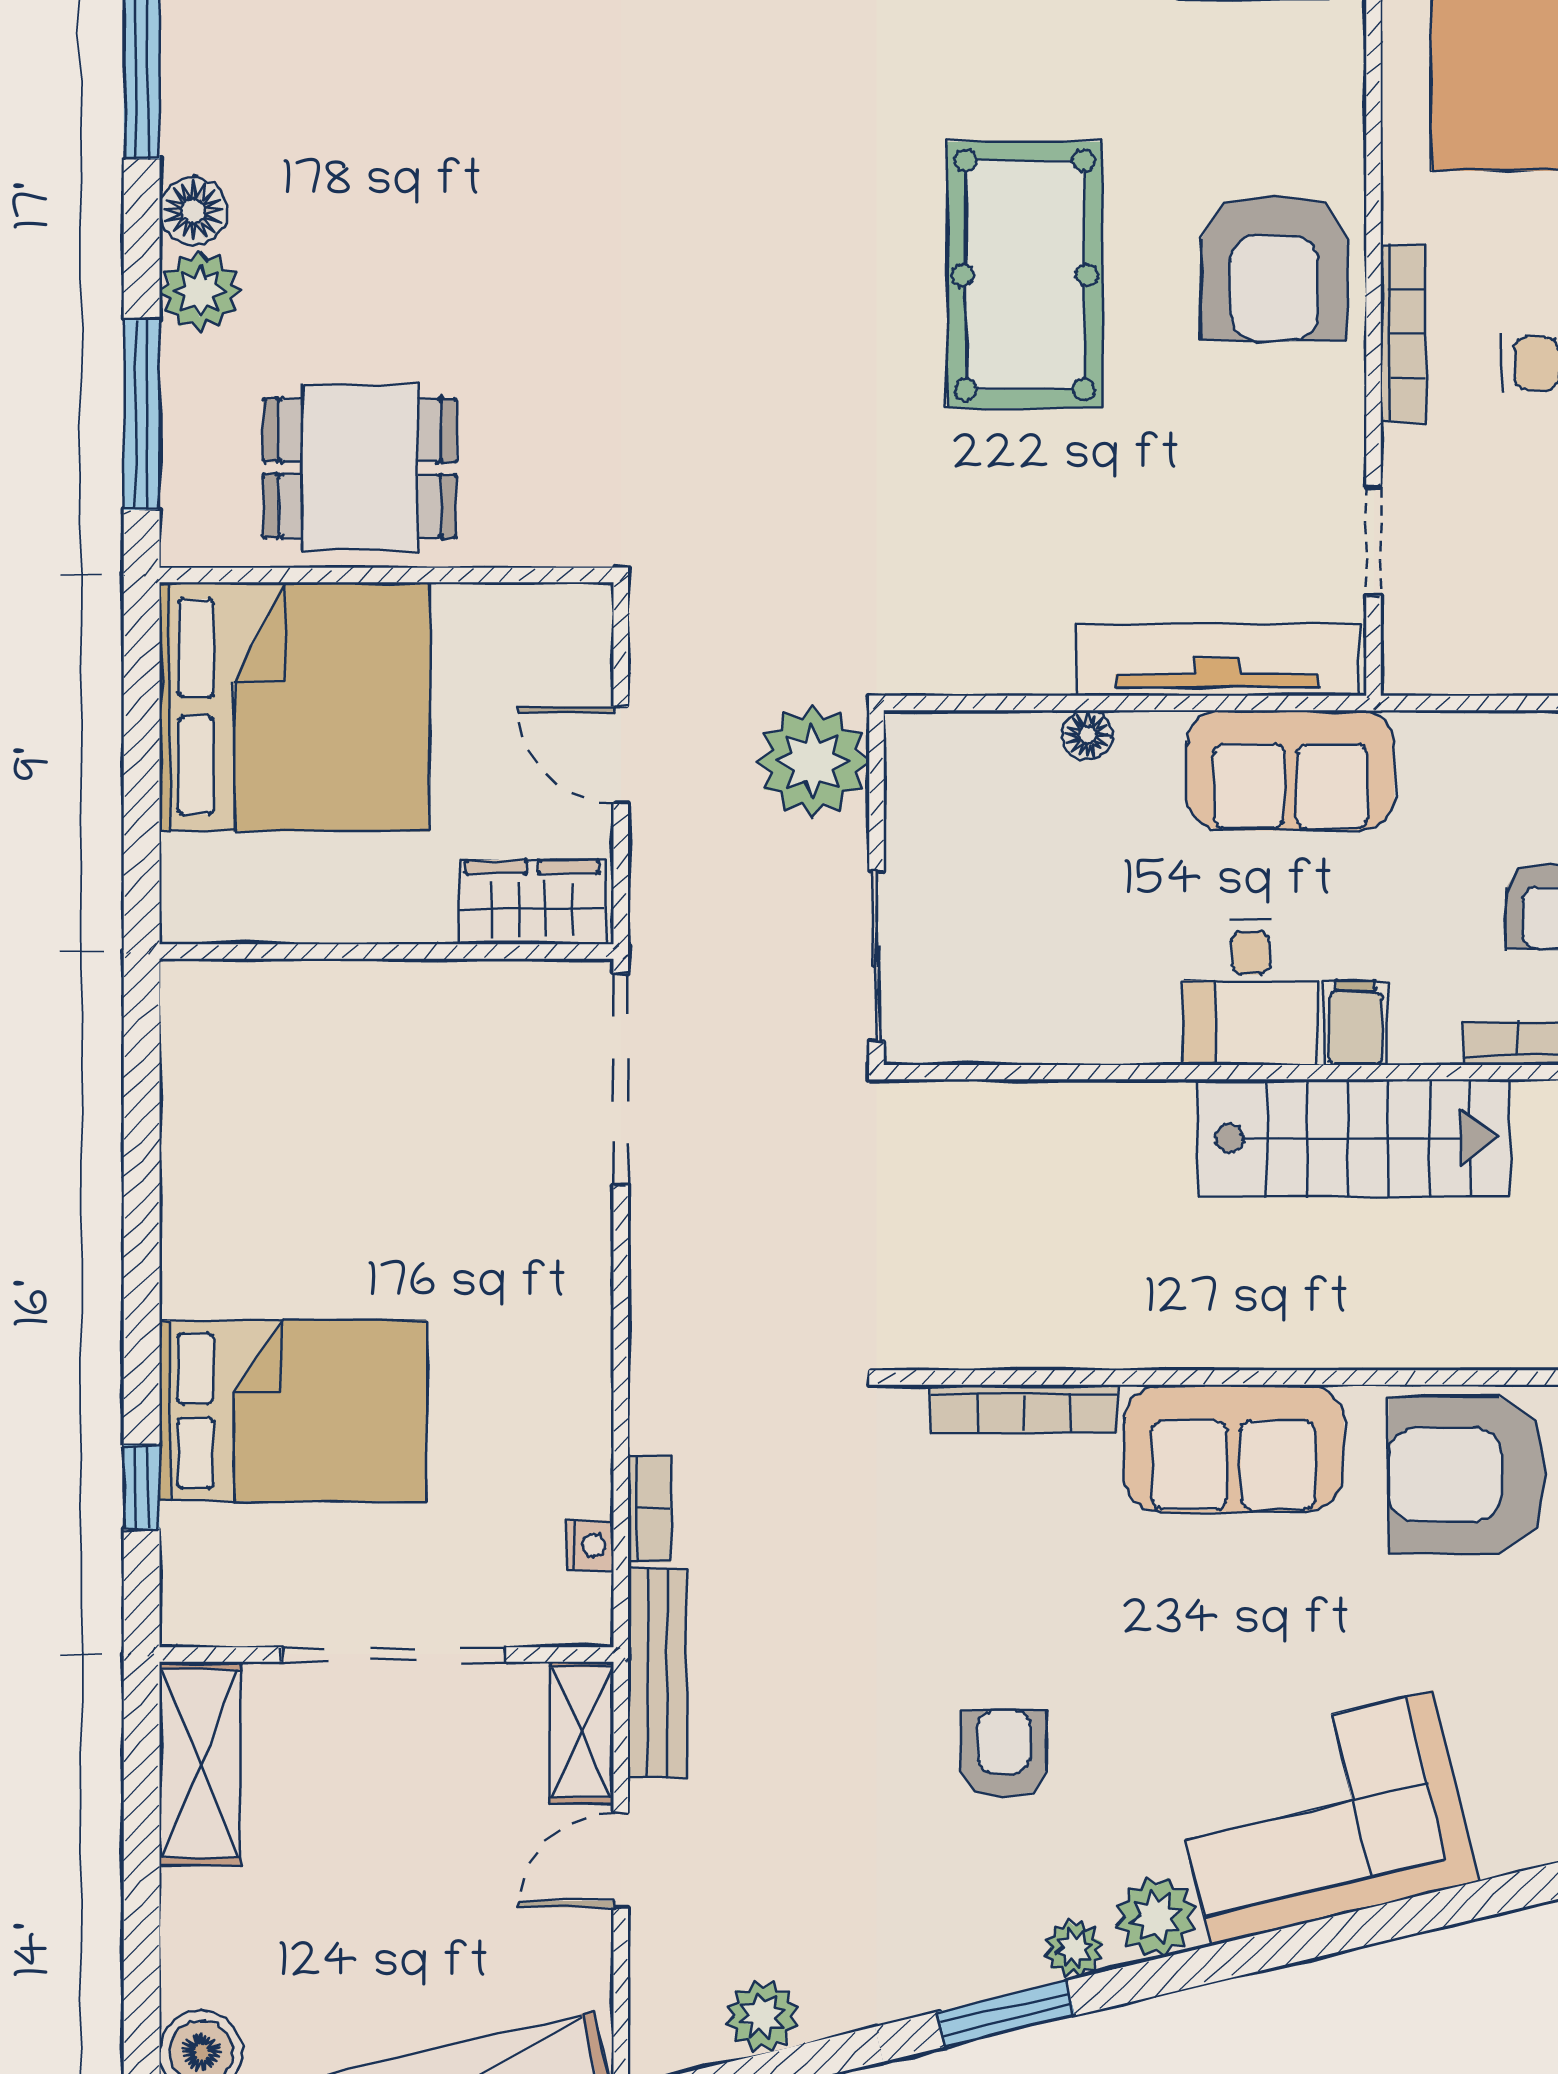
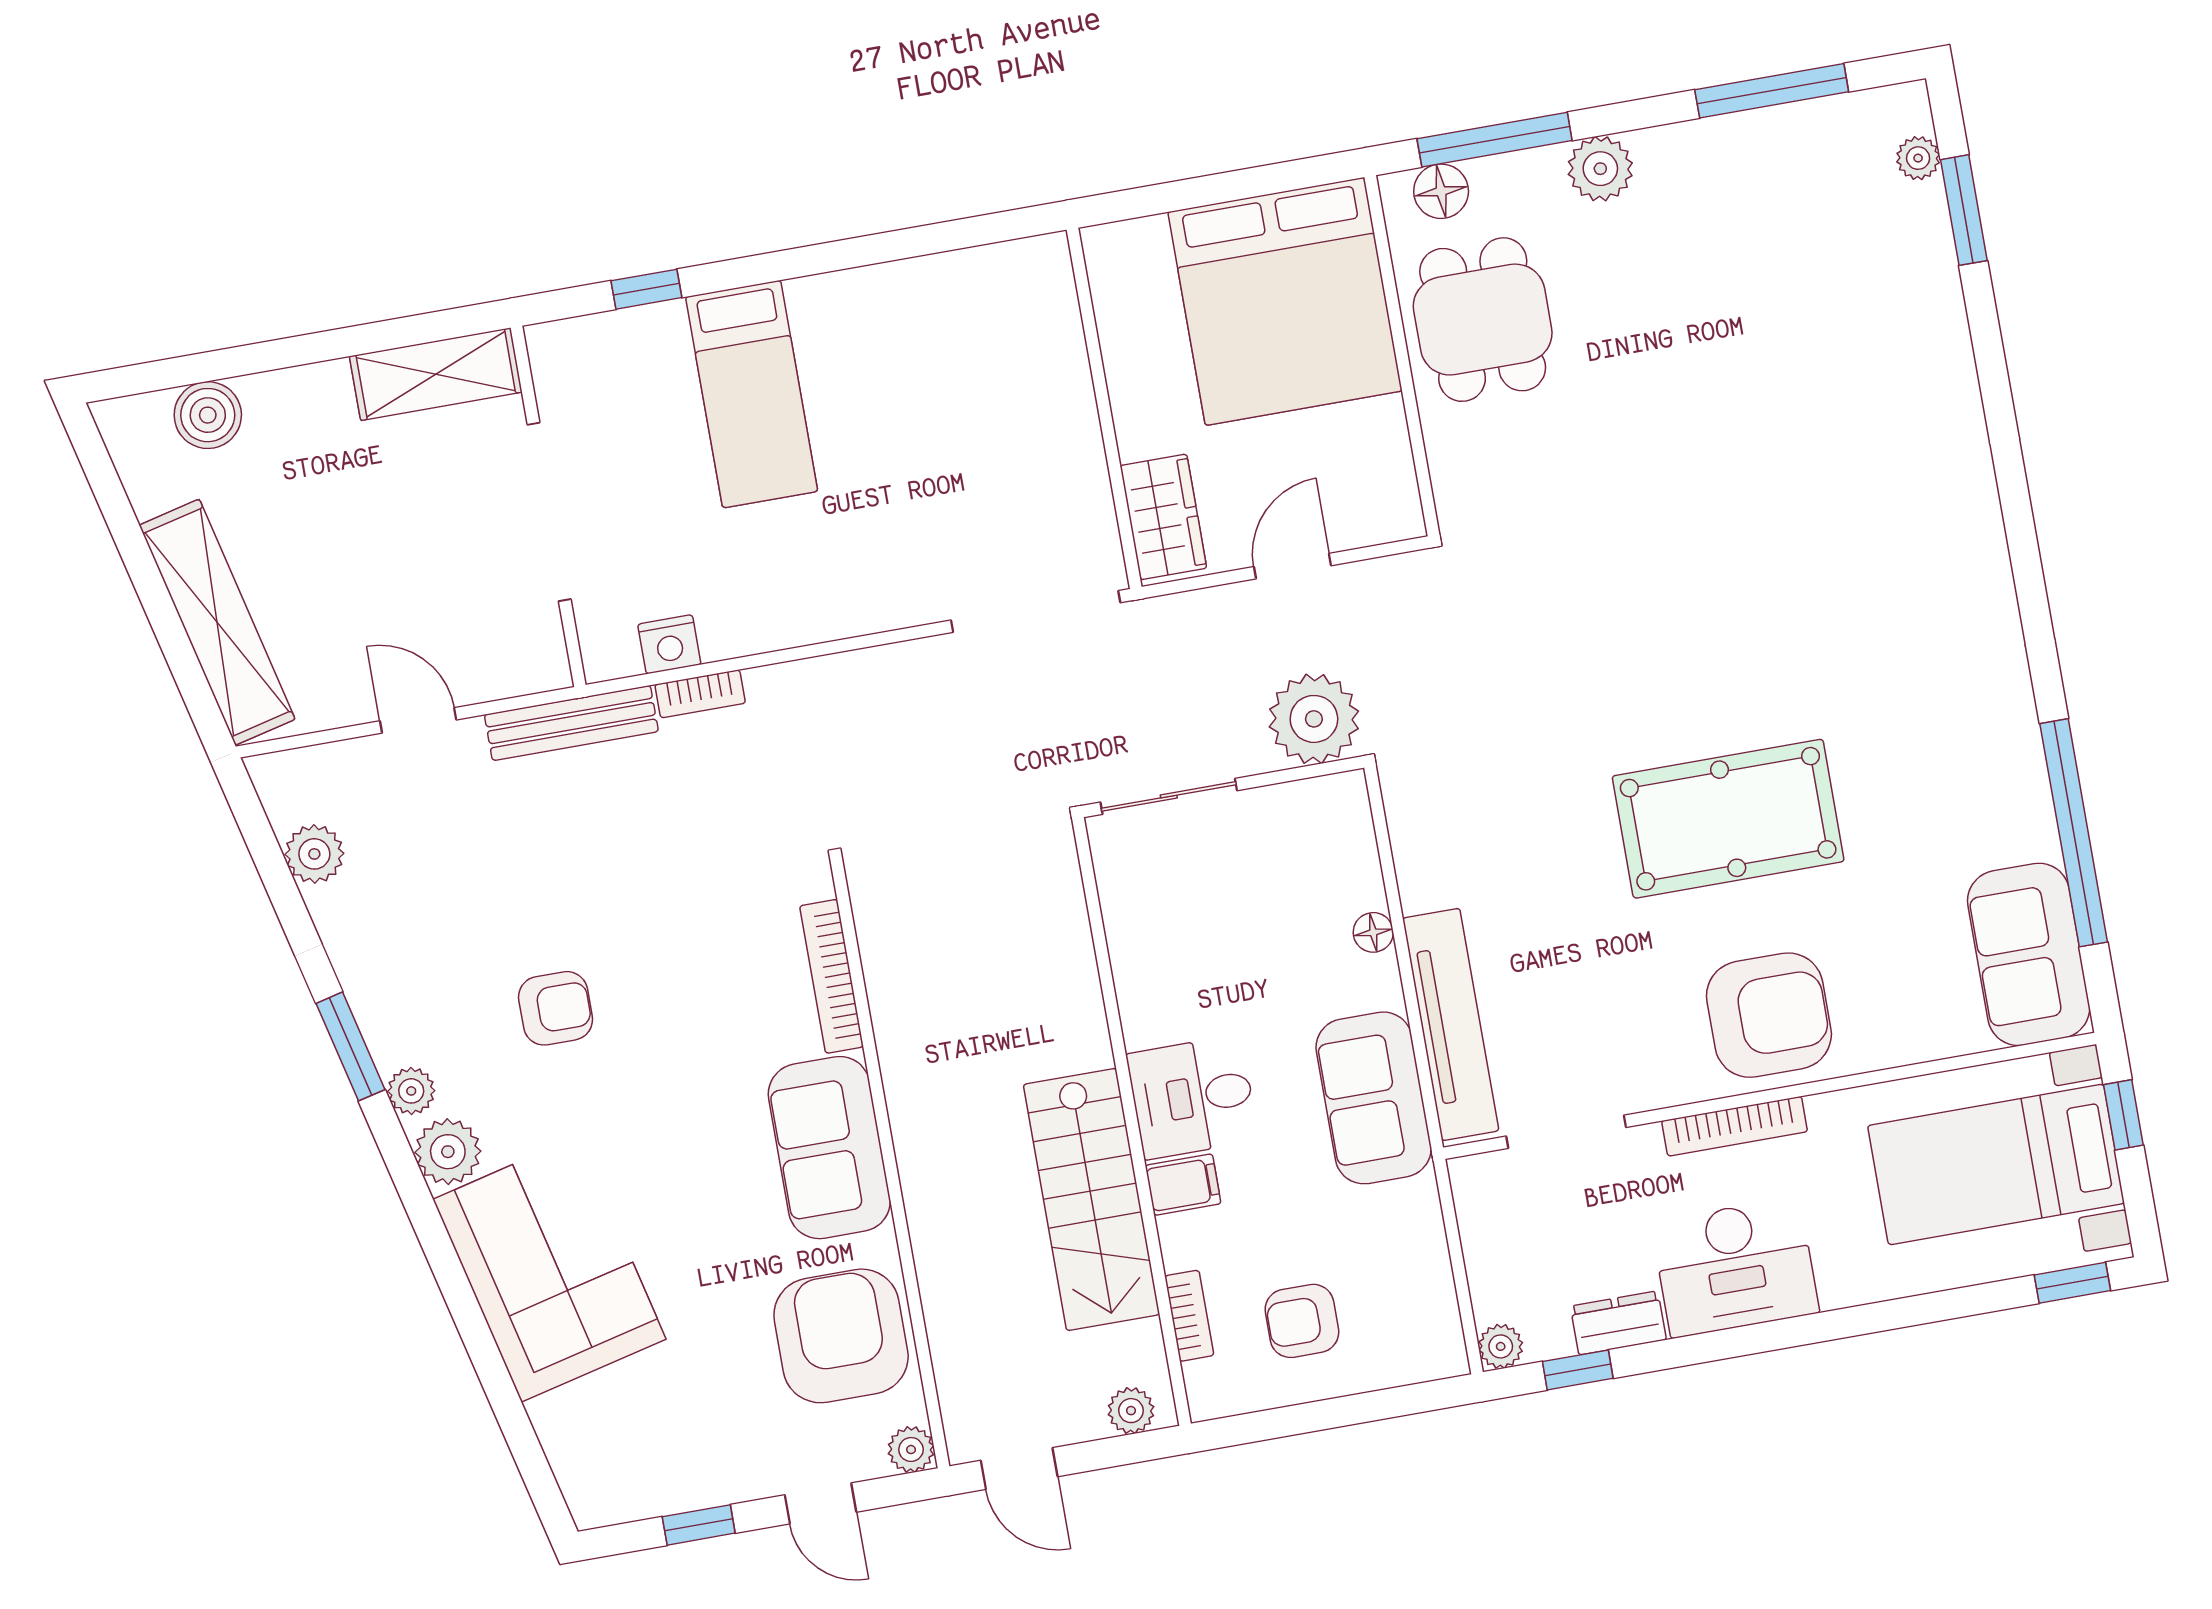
floor lamp: (193, 211) -> (1441, 191), moved
armchair: (1274, 267) -> (1769, 1015), turned 180
doorway: (1374, 541) -> (1566, 1132), width x1.38
bed: (293, 1411) -> (752, 394), width x0.67
nightstand: (590, 1545) -> (669, 644), width x1.39, depth x1.35
shelving: (582, 1732) -> (514, 672), removed

